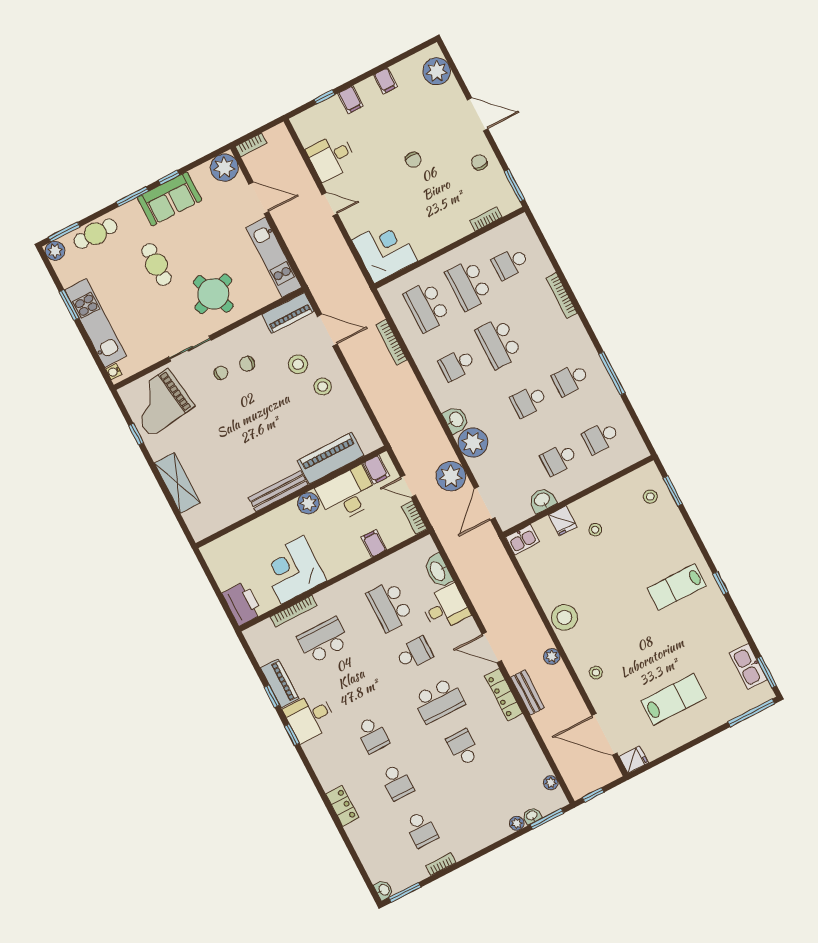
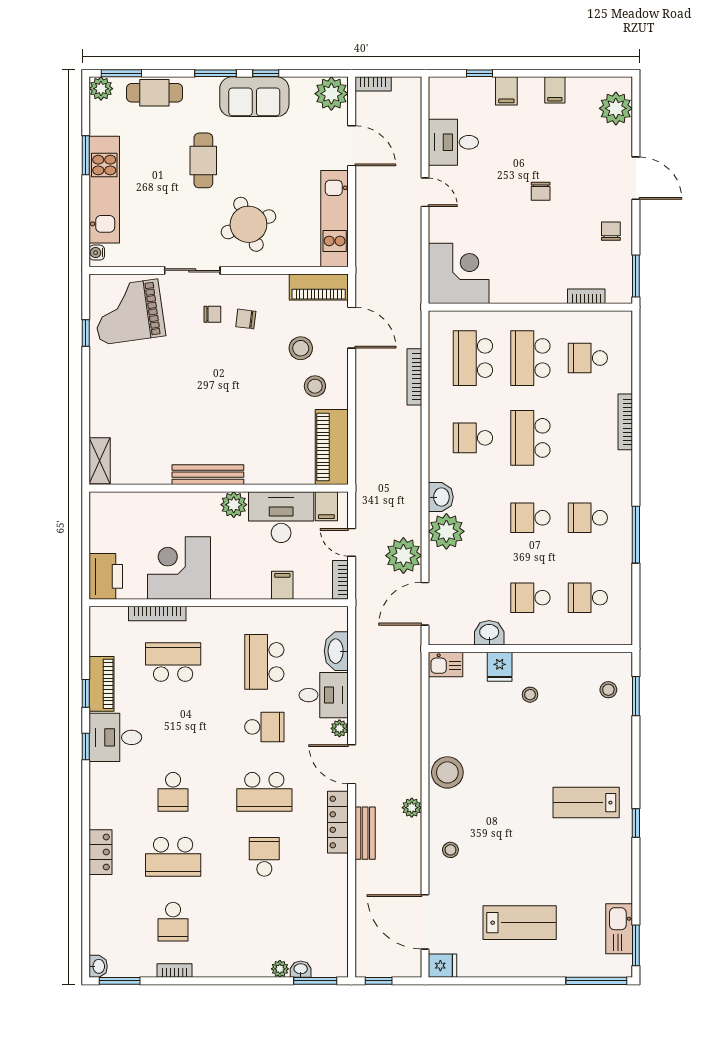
piano: (331, 458) -> (332, 447), moved, turned -90
shelving: (177, 483) -> (100, 461), moved, width x0.67, depth x0.75
school desk: (397, 782) -> (173, 857), width x1.85
plant: (551, 783) -> (339, 728), moved

